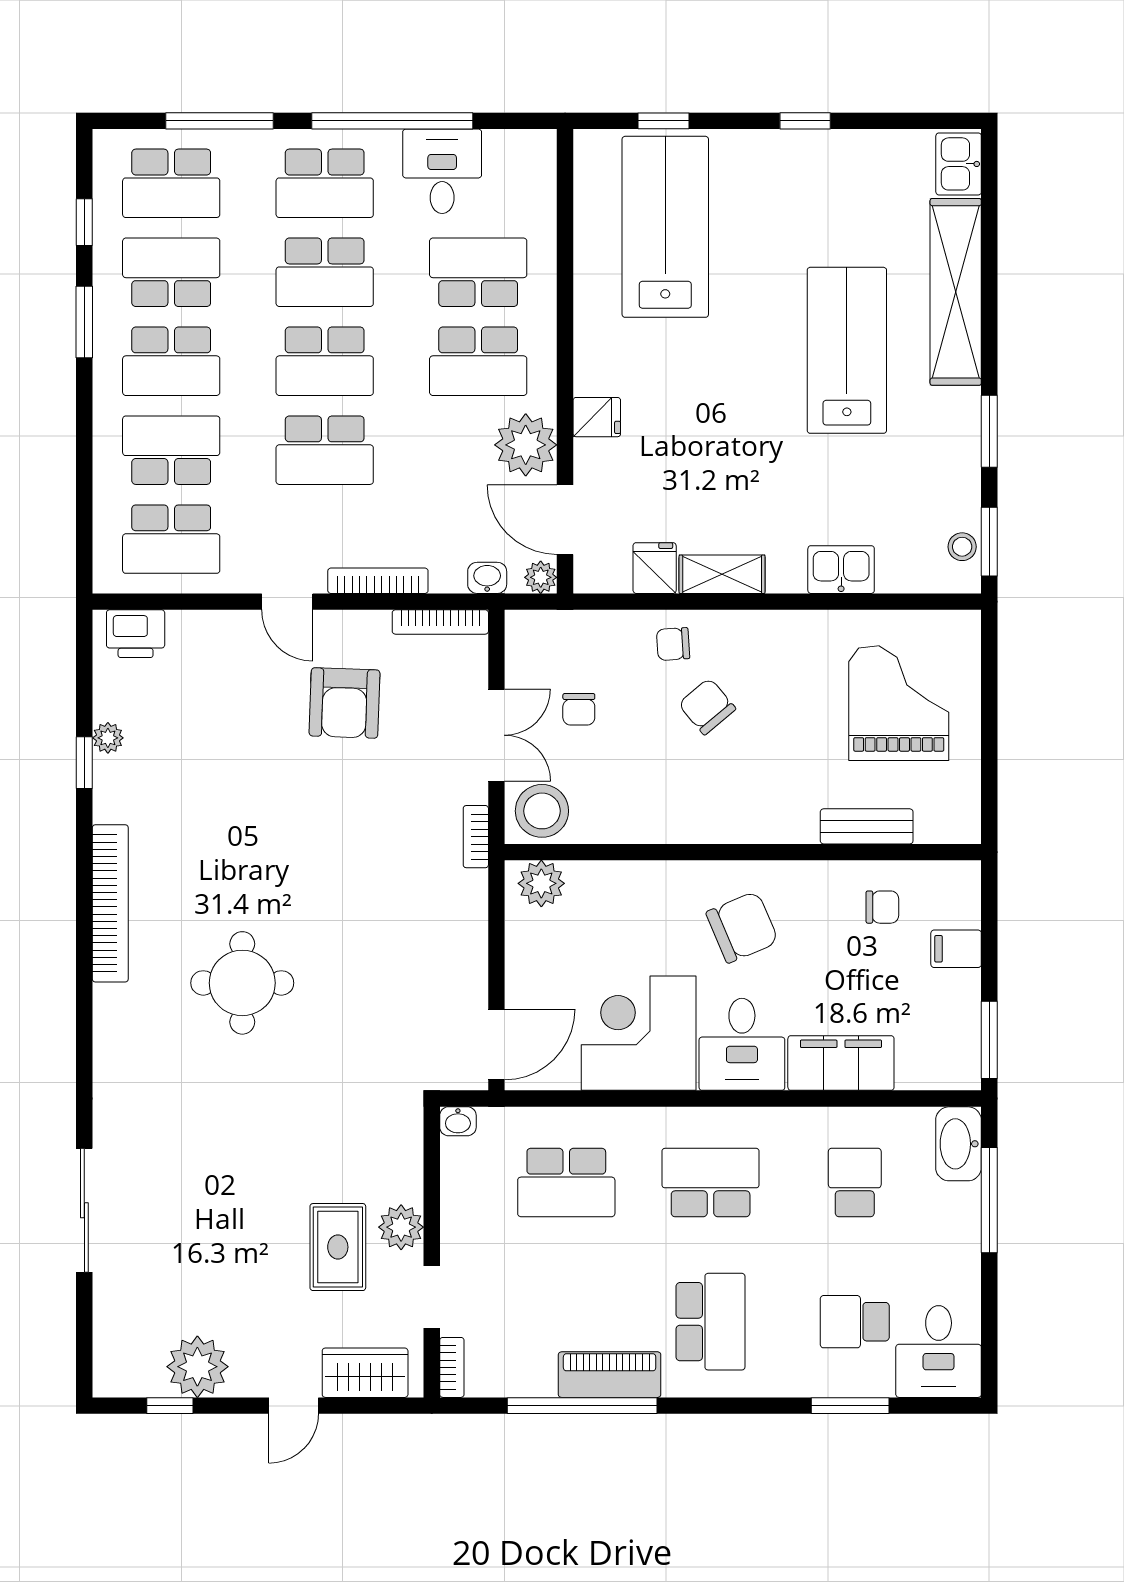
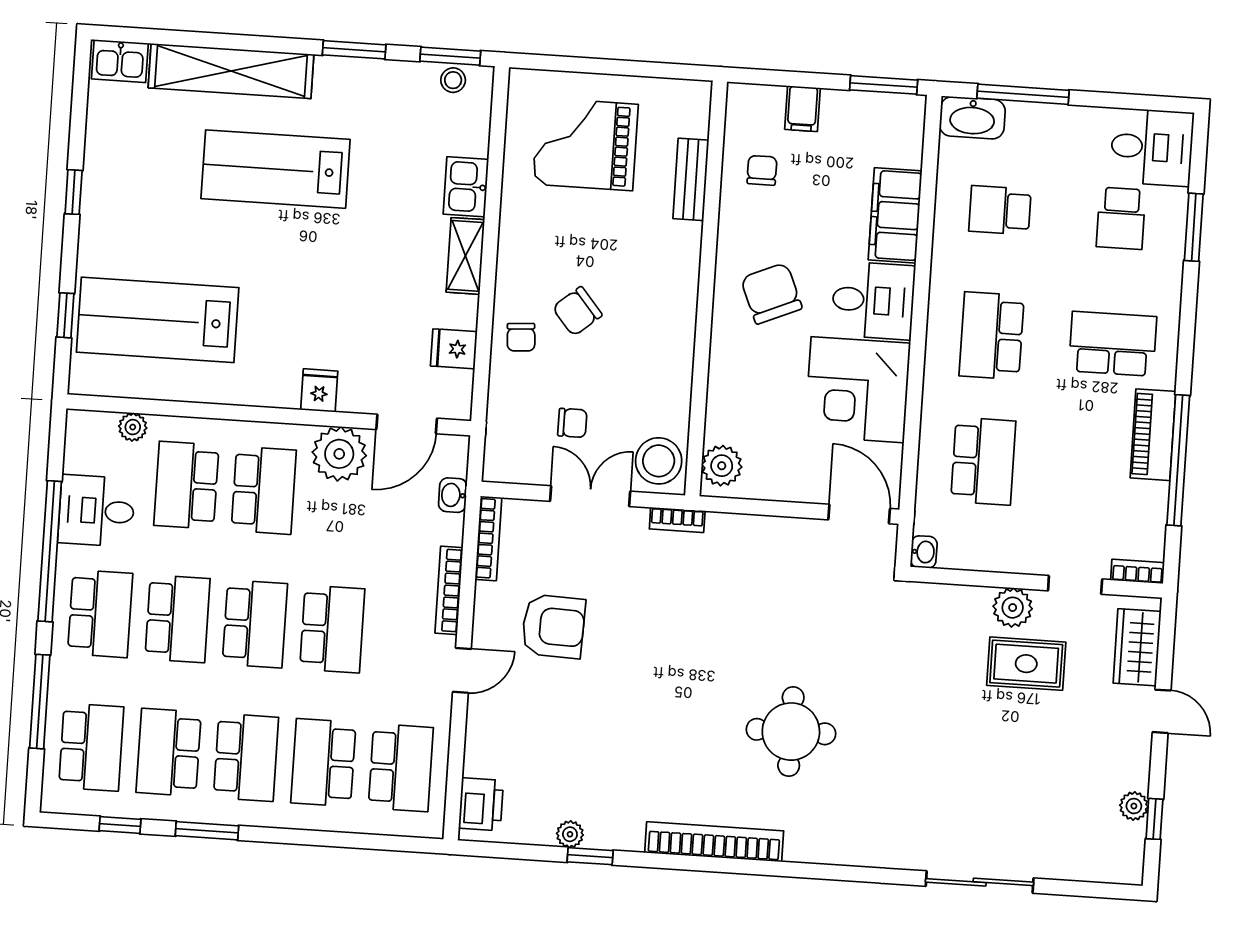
shelving: (722, 574) -> (465, 256), moved
plant: (541, 577) -> (133, 427), moved
plant: (197, 1367) -> (1134, 806), width x0.53, depth x0.53

